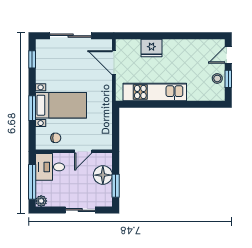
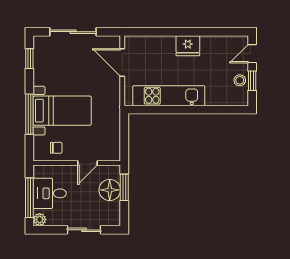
fridge: (151, 48) -> (188, 46), moved
window: (32, 108) -> (29, 114), width x1.44
desk: (50, 167) -> (50, 193), moved
window: (116, 186) -> (124, 187), moved

